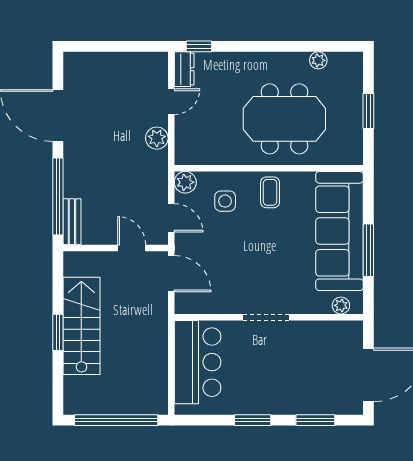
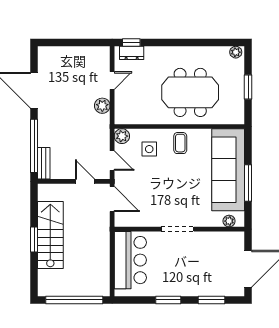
plant: (318, 60) -> (236, 52), moved
dresser: (184, 69) -> (132, 53), moved, turned 90

